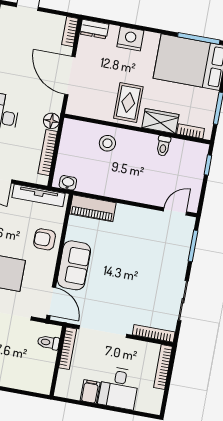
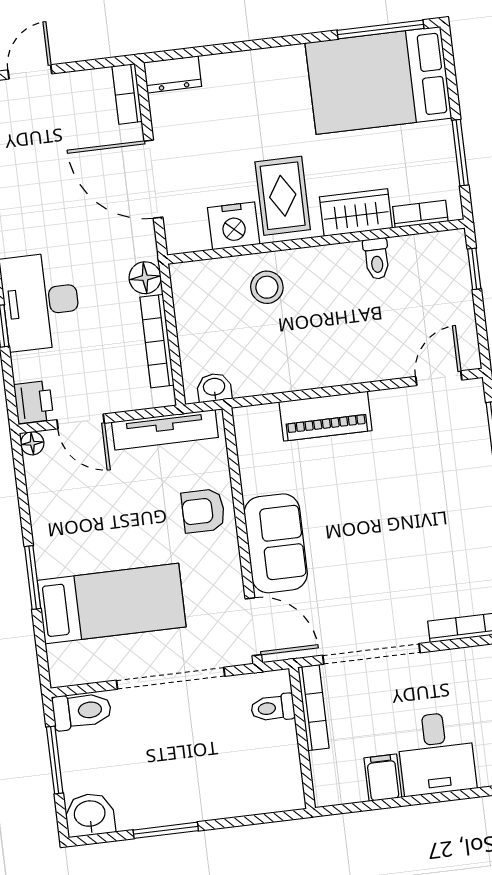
nightstand: (130, 39) -> (234, 226), moved, turned 180
piano: (93, 208) -> (325, 416), moved

